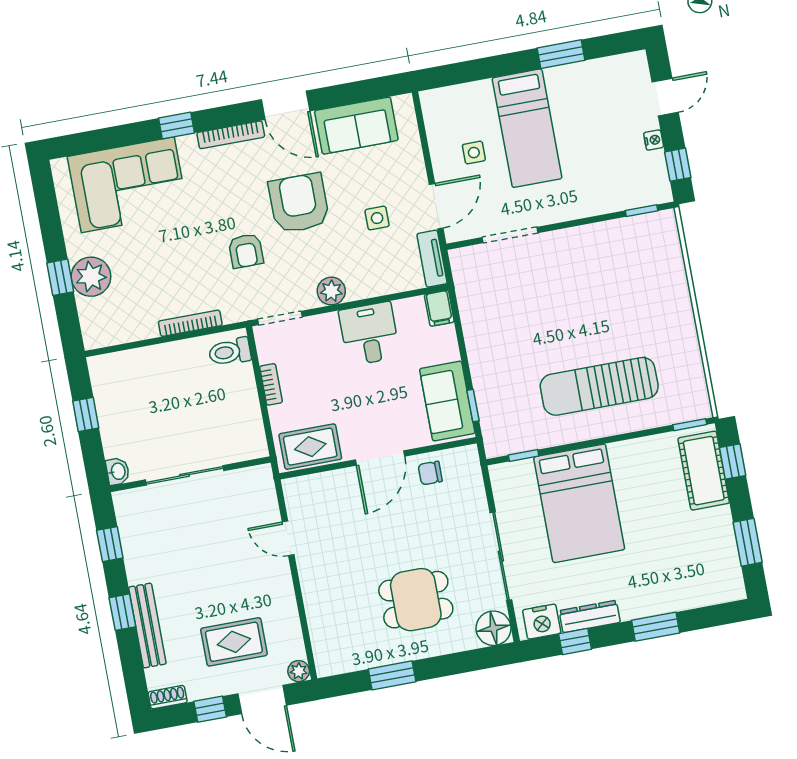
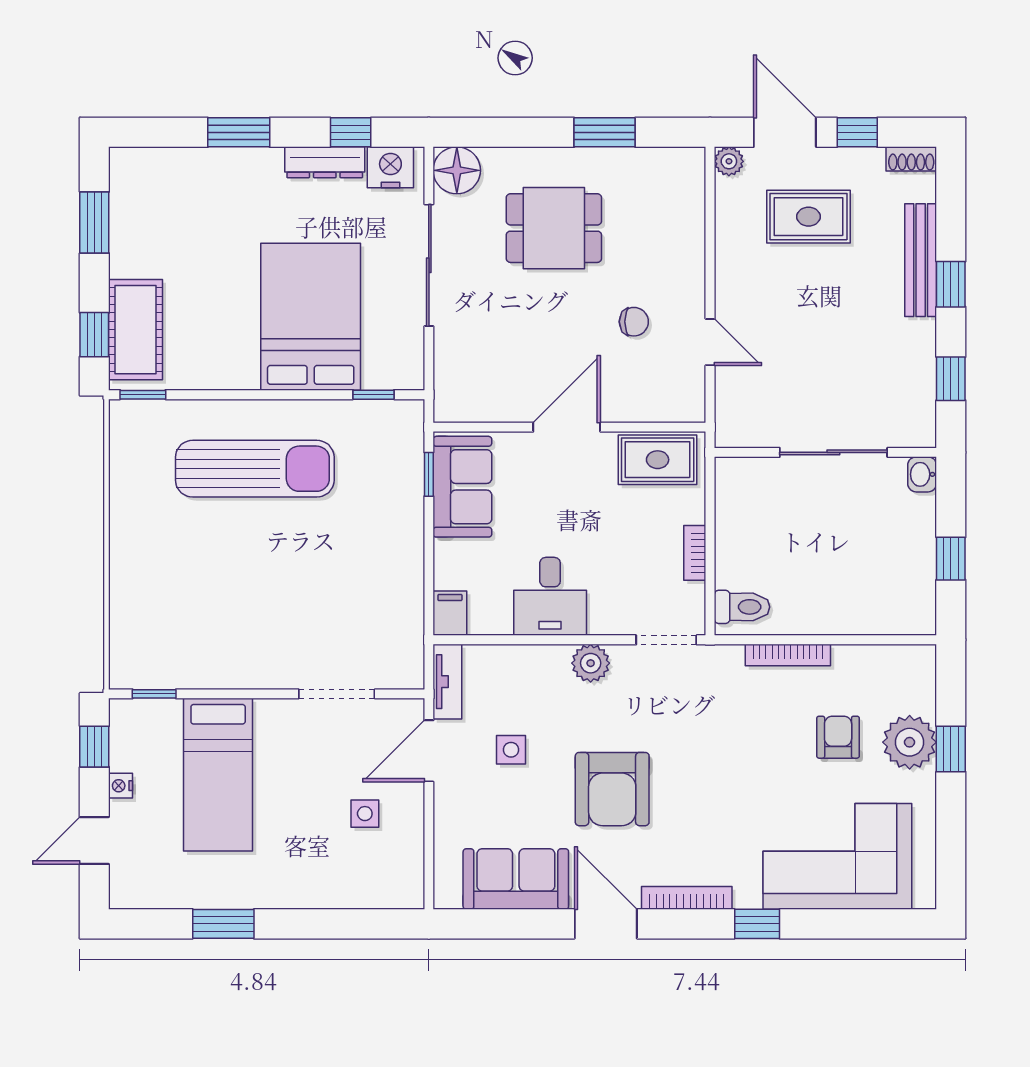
bed: (527, 128) -> (218, 775), moved, turned 180
armchair: (246, 251) -> (838, 737), moved
chair: (430, 473) -> (634, 322), moved

